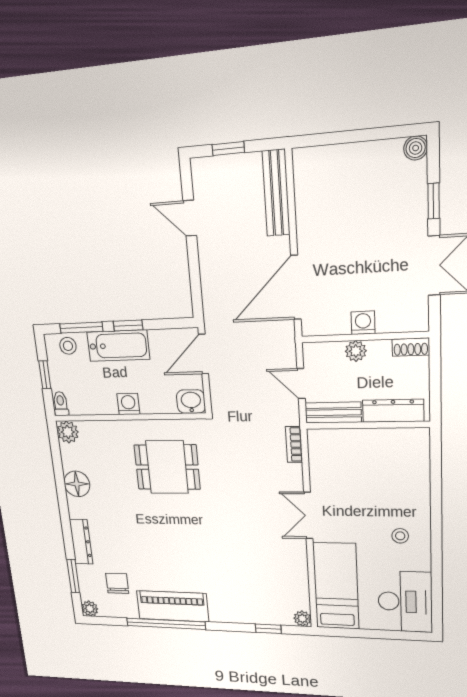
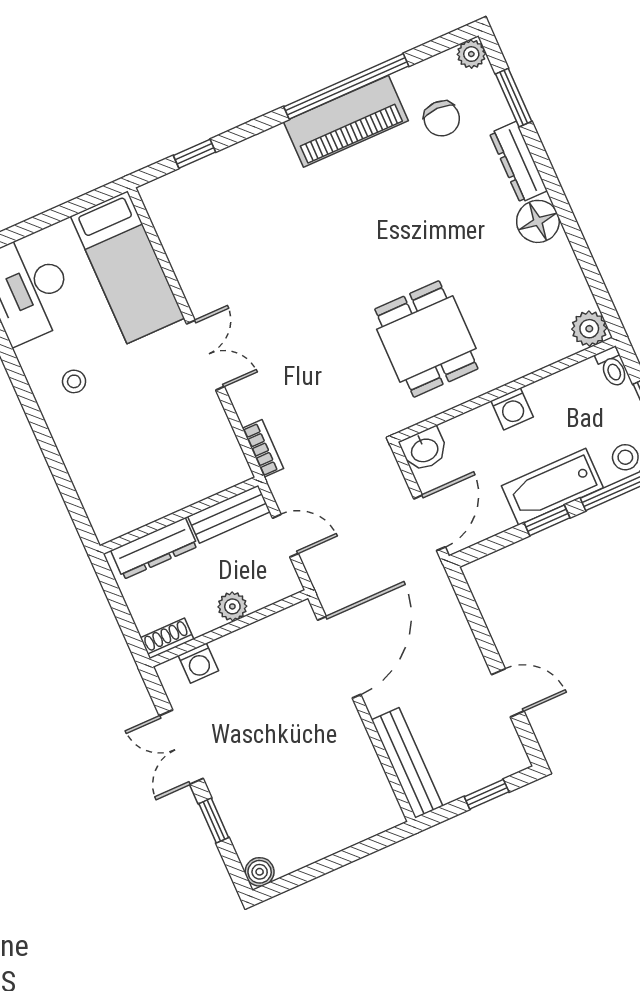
washing machine: (363, 323) -> (198, 663), moved
dining table: (167, 467) -> (426, 339), turned 90
floor lamp: (77, 484) -> (538, 221), moved
plant: (302, 619) -> (153, 194), removed

